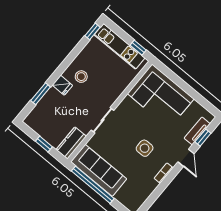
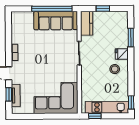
side table: (145, 148) -> (39, 58), removed

